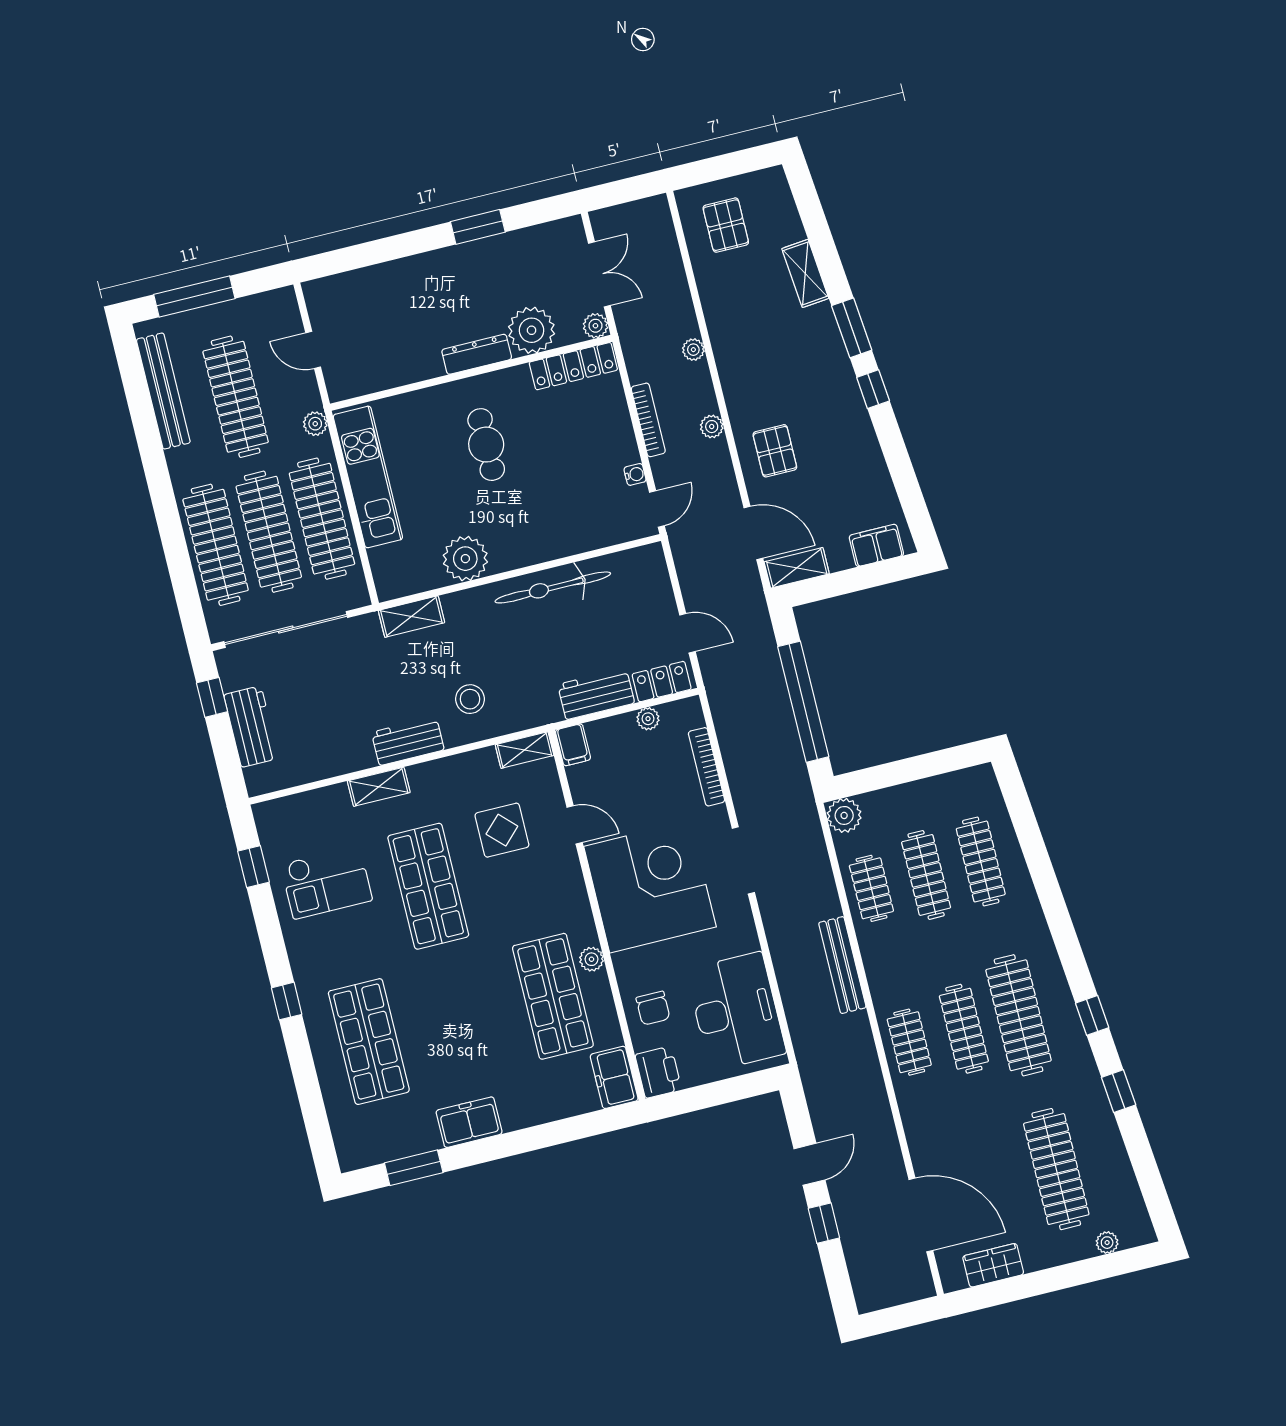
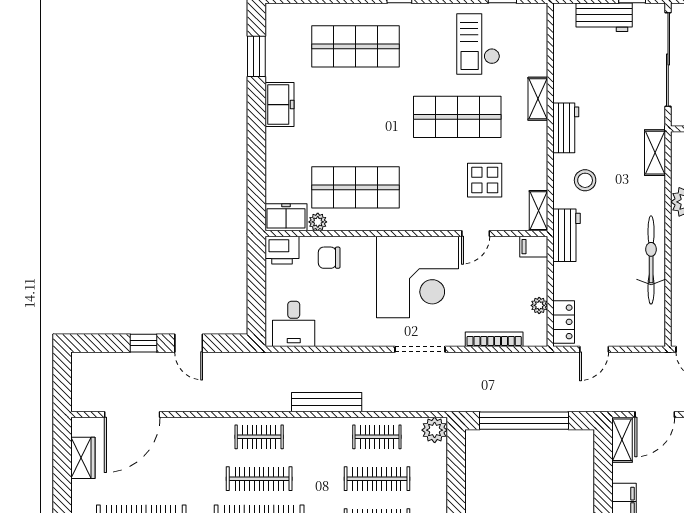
workbench: (596, 694) -> (567, 235), moved
plant: (592, 959) -> (318, 222), moved
desk: (736, 1011) -> (294, 324), width x0.53, depth x0.77

